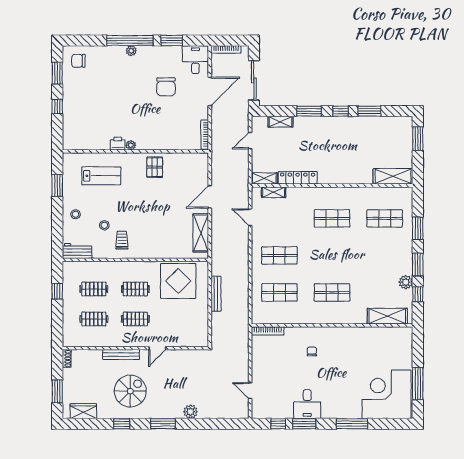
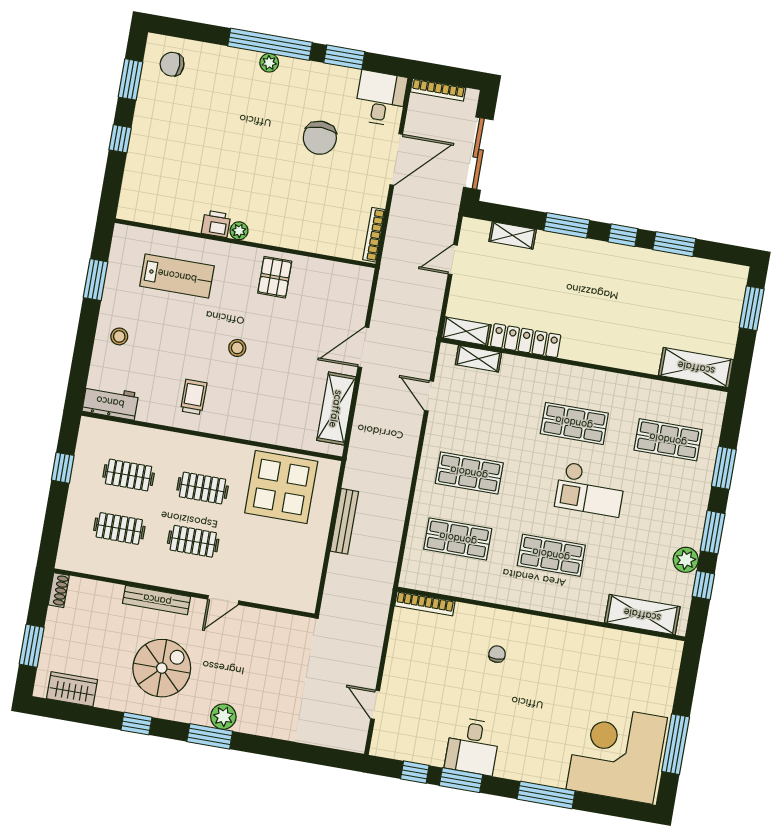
stool: (104, 225) -> (237, 348), moved
checkout: (347, 253) -> (590, 489), added
plant: (190, 412) -> (223, 717), moved

